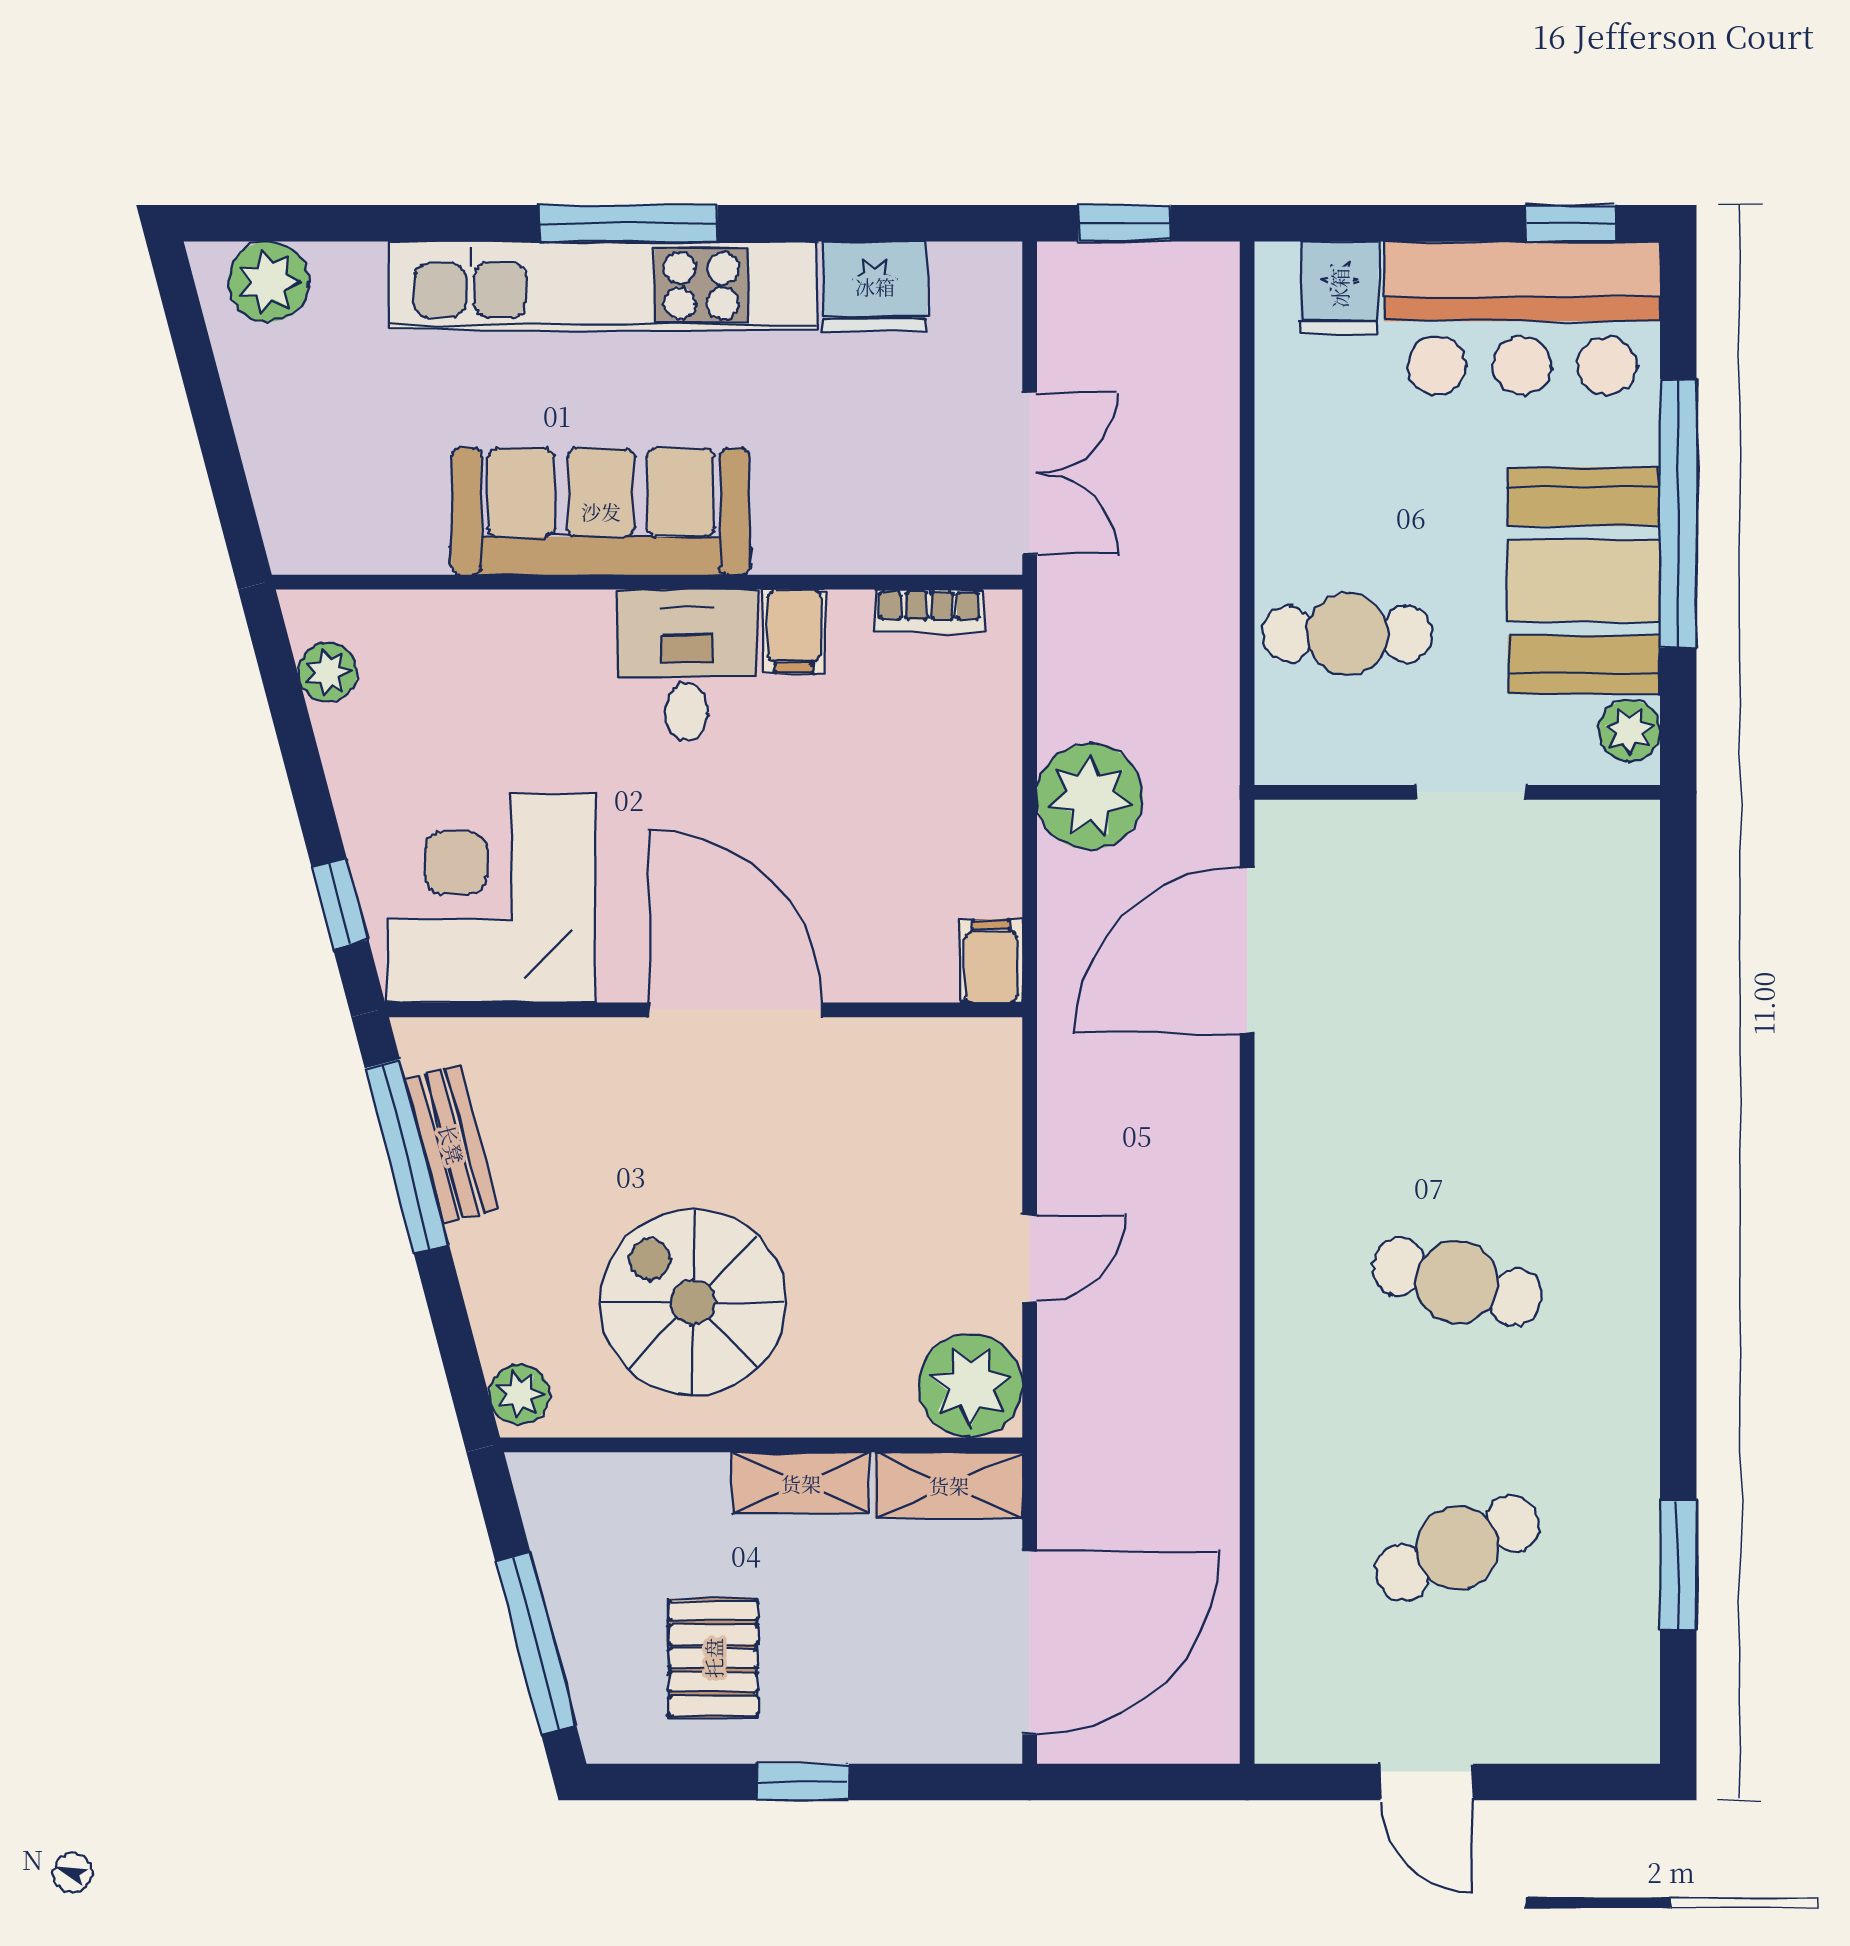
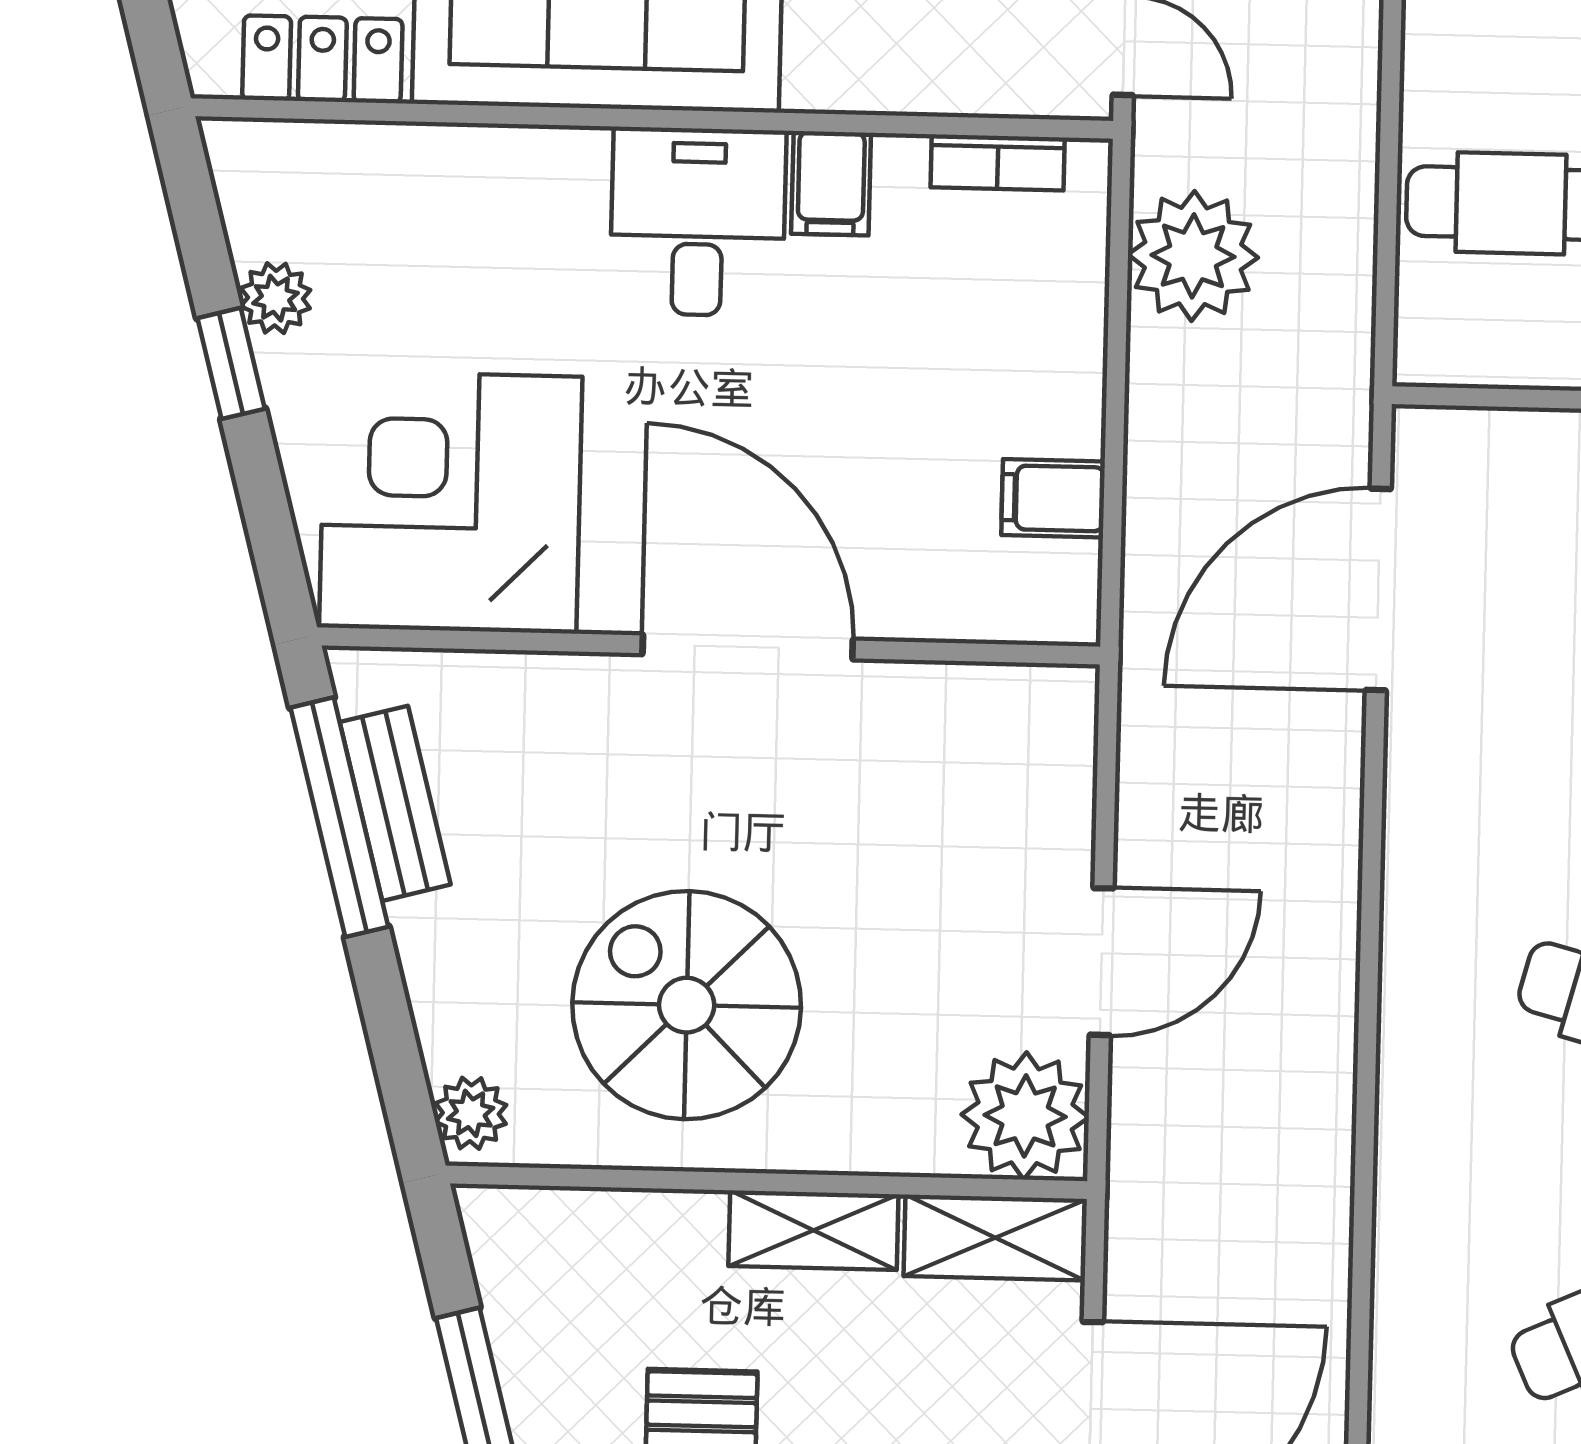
locker: (378, 540) -> (322, 59), added
plant: (328, 672) -> (275, 298), moved
plant: (1090, 797) -> (1193, 256), moved
window: (340, 904) -> (231, 363), moved
filing cabinet: (991, 961) -> (1053, 498), moved, turned -90
door: (1030, 1259) -> (1102, 962), width x1.38

